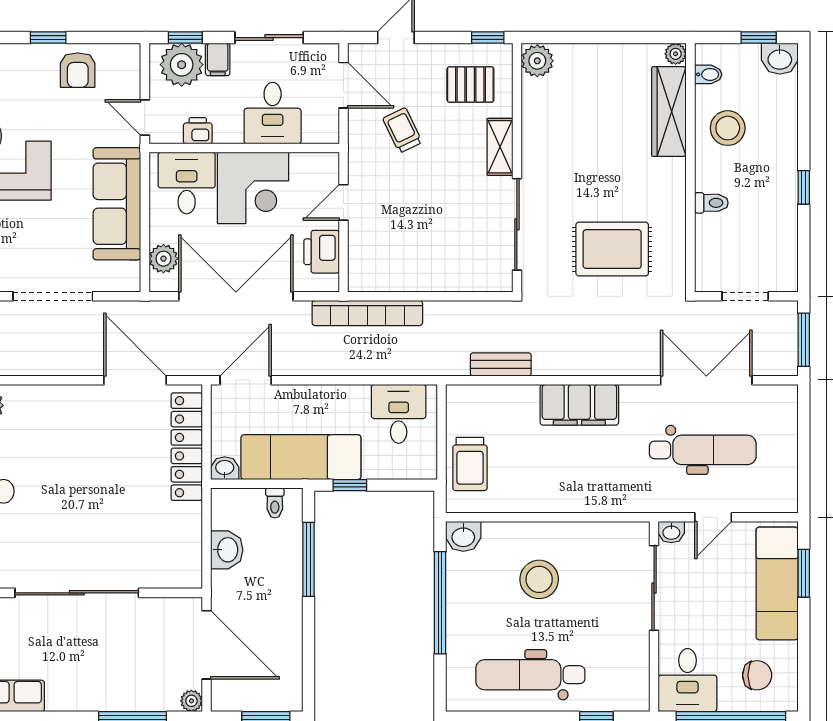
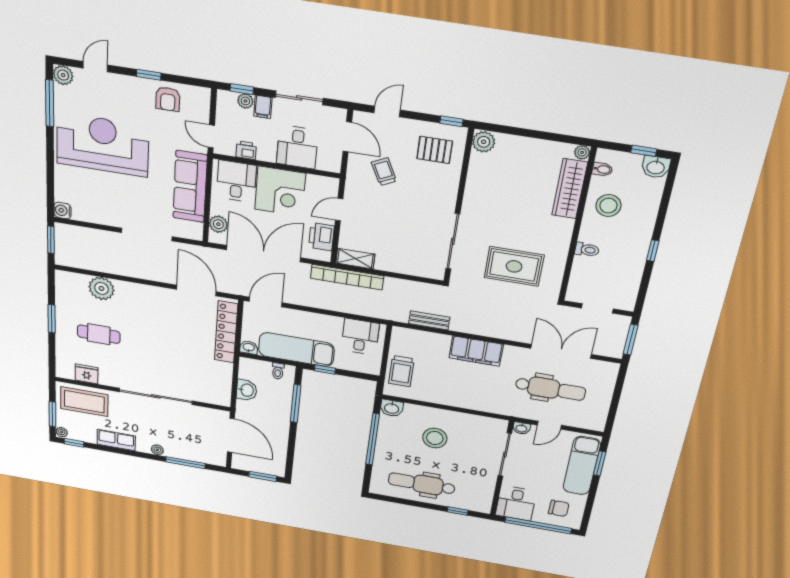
plant: (182, 65) -> (245, 101), width x0.53, depth x0.53
shelving: (500, 147) -> (355, 259), moved, turned 90
plant: (191, 701) -> (157, 450), moved

